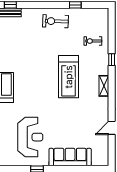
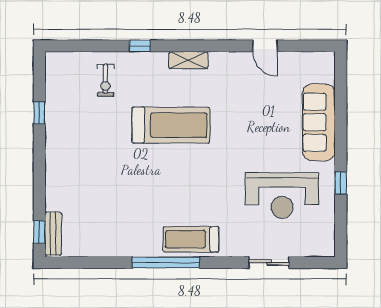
exercise bike: (56, 21) -> (69, 149), removed
reception desk: (30, 137) -> (282, 195), turned 180

